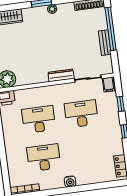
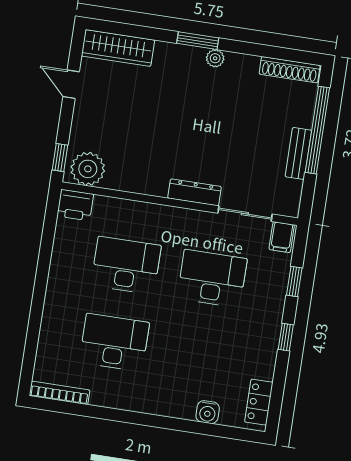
water cooler: (70, 181) -> (208, 412), moved

